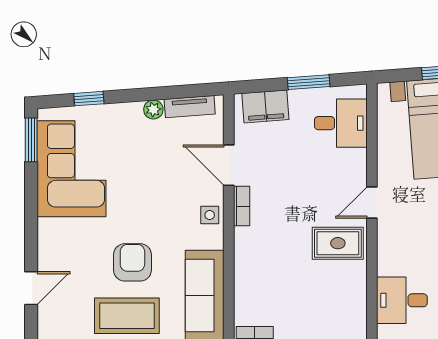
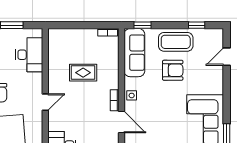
rug: (338, 243) -> (83, 73), moved
armchair: (132, 262) -> (173, 70), turned -90
desk: (402, 300) -> (29, 55), width x1.37

